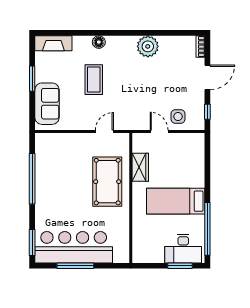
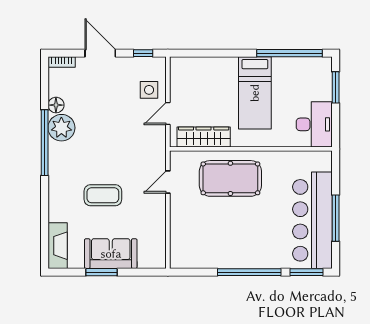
window: (136, 33) -> (45, 143), added
floor lamp: (99, 42) -> (56, 105), moved
sofa: (47, 104) -> (111, 254), moved
door: (104, 132) -> (168, 182), hinge flipped
wardrobe: (140, 167) -> (204, 137), width x1.50
window: (32, 179) -> (249, 272), moved
desk: (183, 249) -> (314, 124), moved

